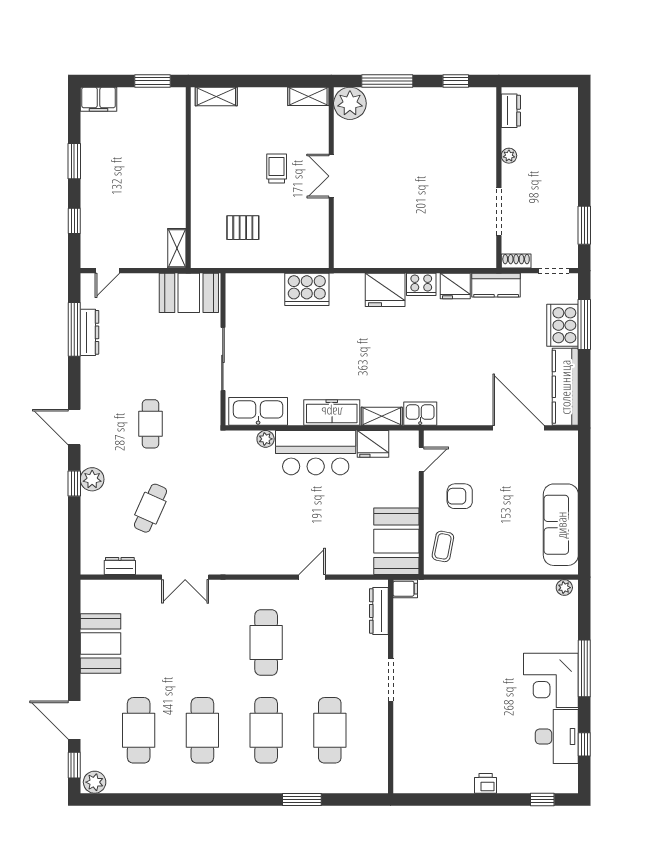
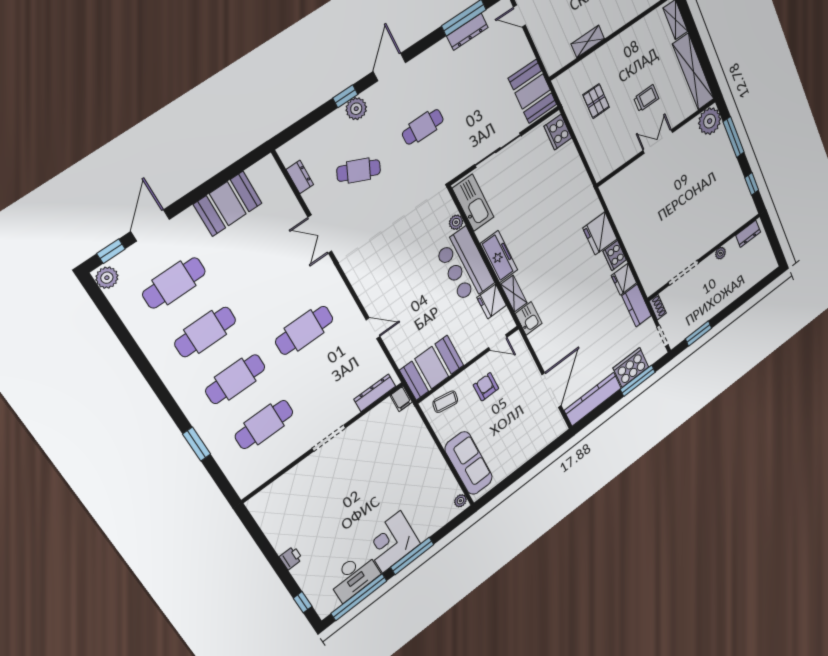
shelving: (308, 96) -> (693, 72), width x2.20, depth x1.33
shelving: (177, 248) -> (588, 41), moved
cooker: (307, 289) -> (558, 132), moved, width x0.73, depth x0.76
sofa: (561, 525) -> (469, 463), moved, turned 90
window: (584, 744) -> (359, 597), width x3.17

